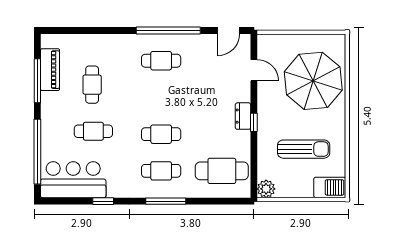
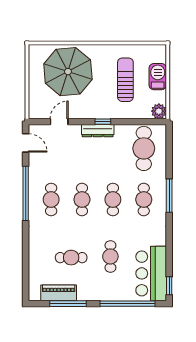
cafe table: (161, 97) -> (82, 200), added
dresser: (243, 116) -> (98, 131), width x1.44
barbecue: (330, 187) -> (158, 77), moved
window: (103, 201) -> (169, 286), moved

